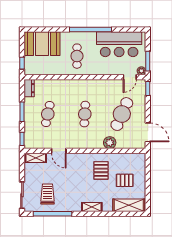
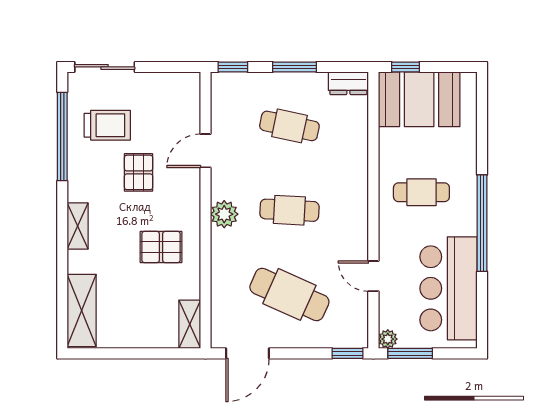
booth: (42, 44) -> (419, 99), moved, turned 90
door: (130, 77) -> (373, 276), moved
plant: (110, 143) -> (224, 214), moved
shelving: (36, 158) -> (190, 324), moved
pallet: (125, 180) -> (139, 172), moved

